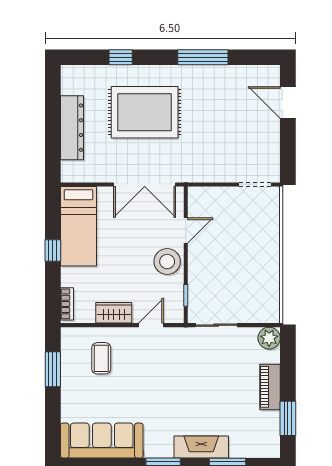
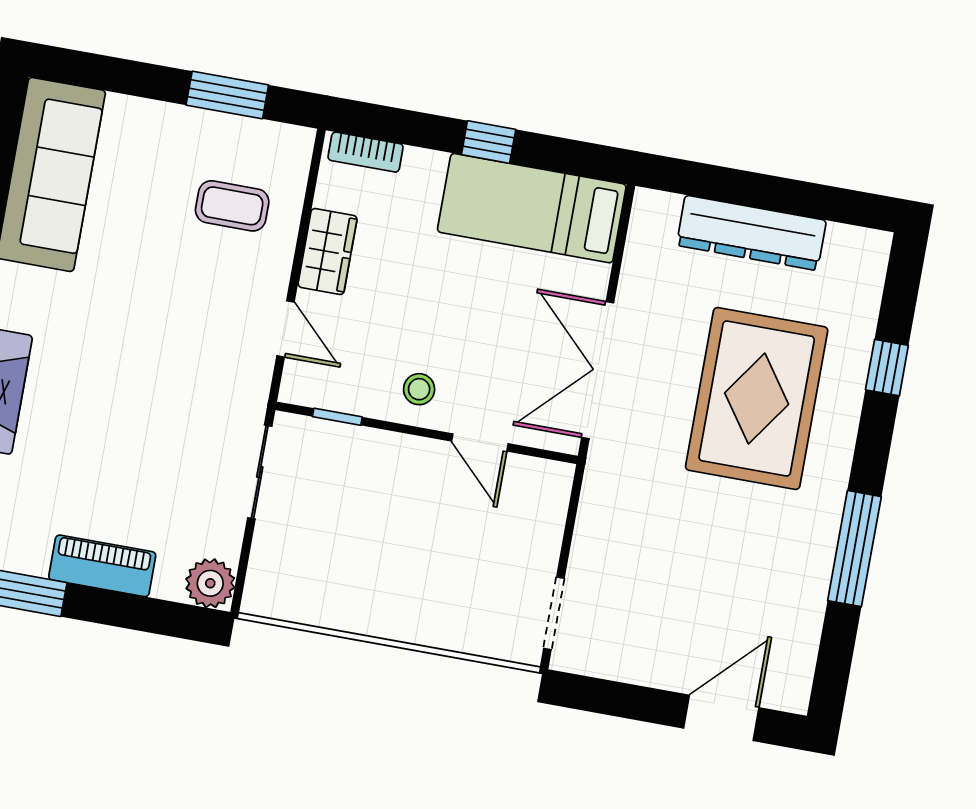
stool: (167, 262) -> (419, 389), width x0.53, depth x0.53

